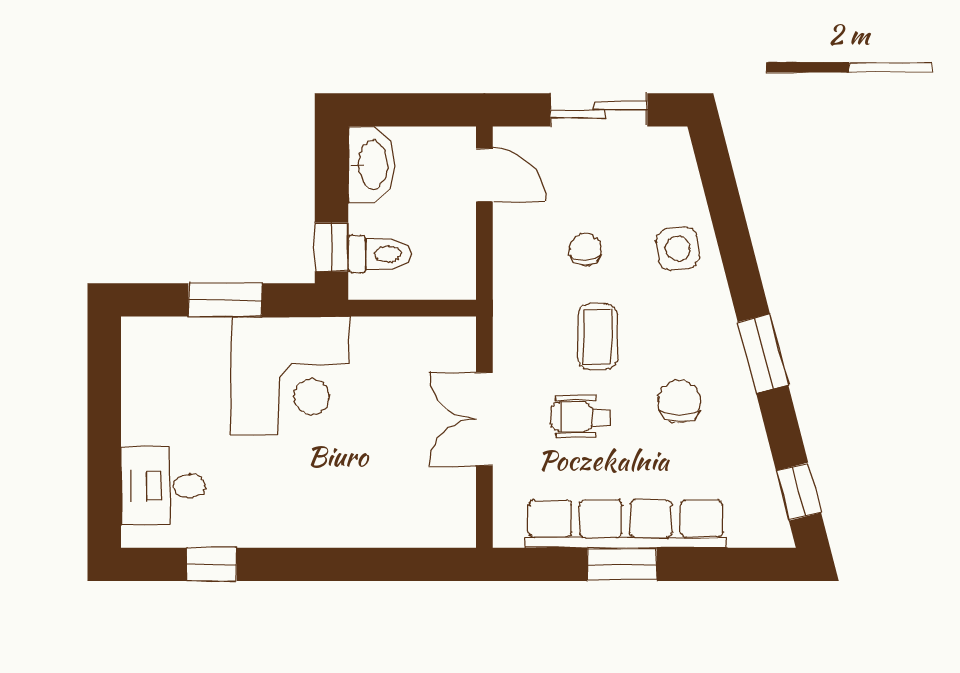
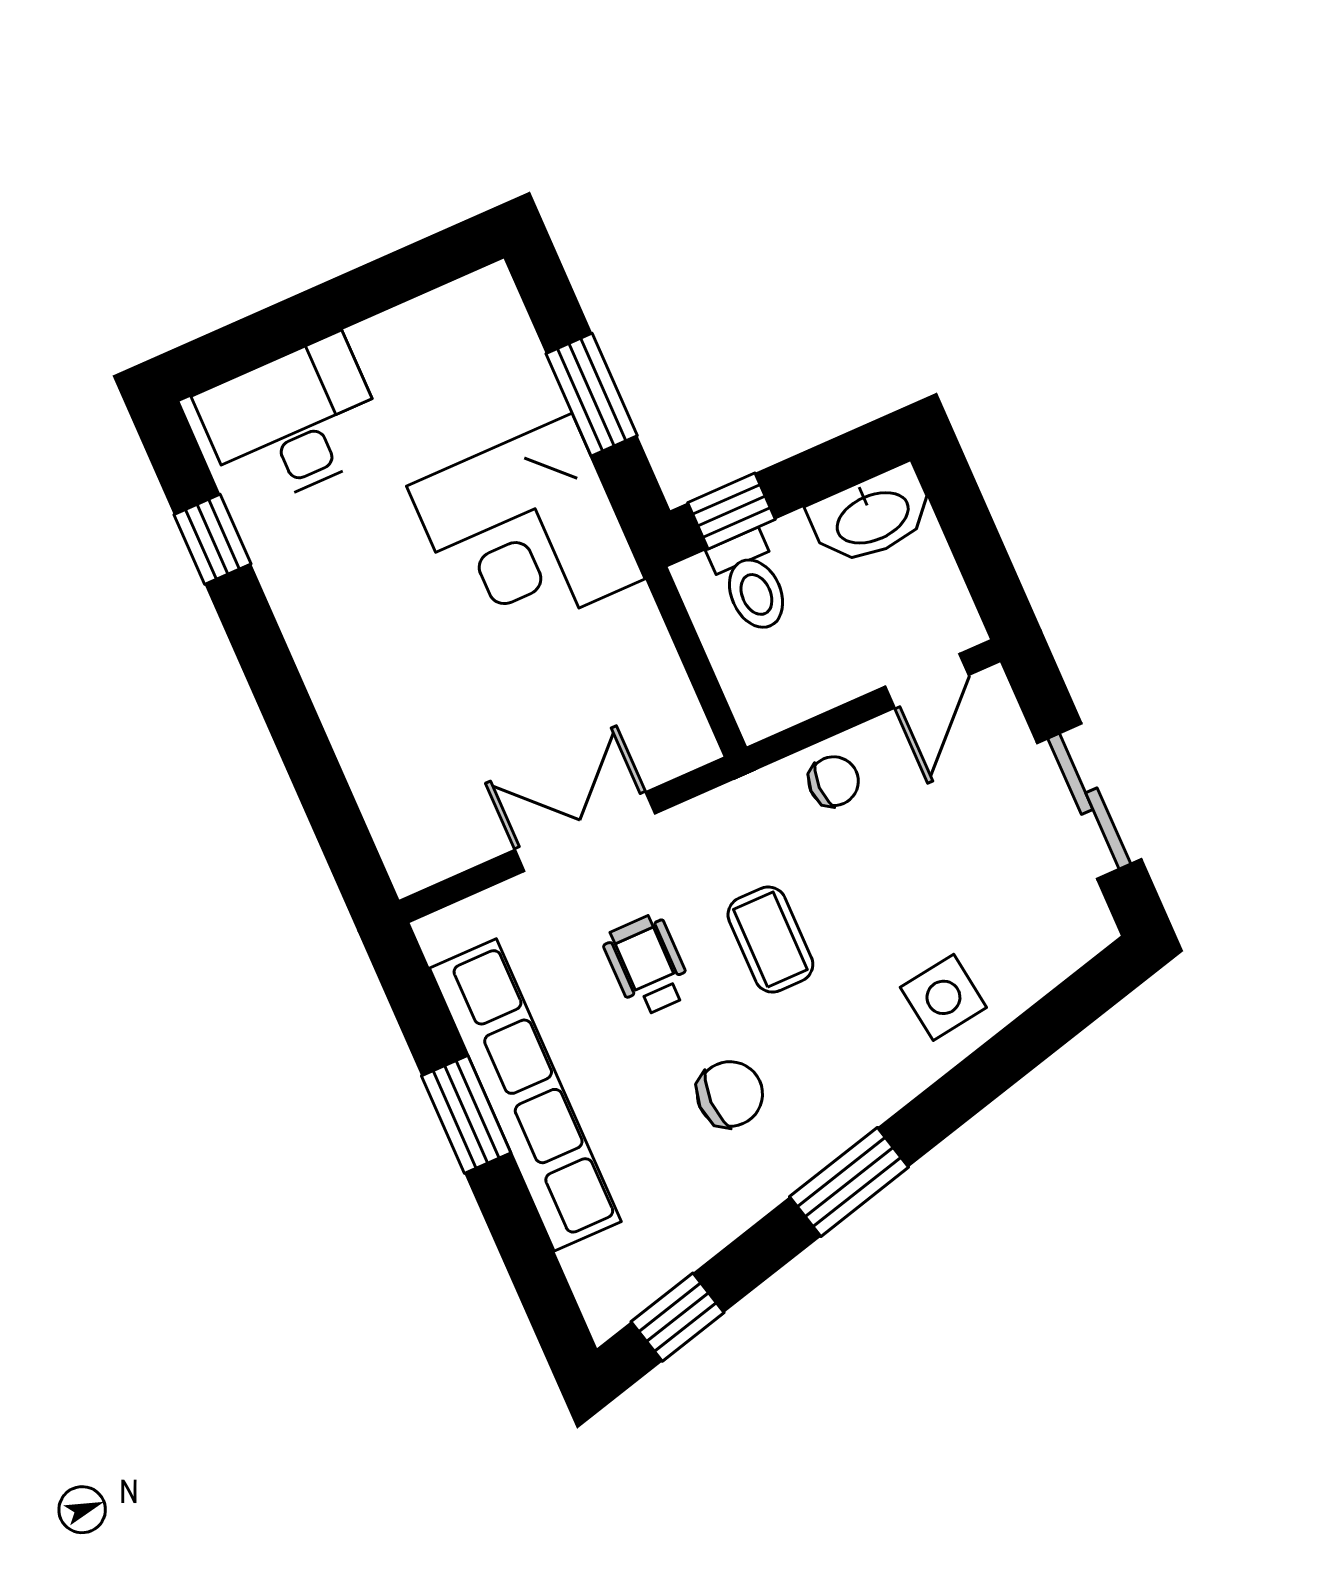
chair: (585, 249) -> (834, 781), moved
coffee table: (598, 337) -> (770, 940), turned 90
desk: (163, 486) -> (292, 422), width x1.37

